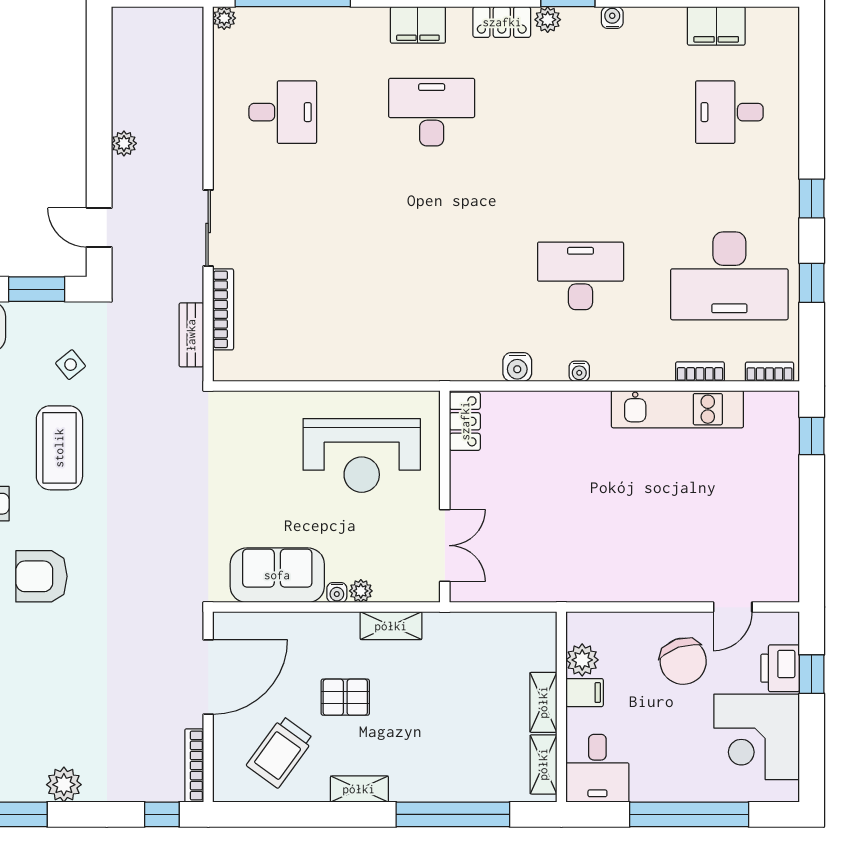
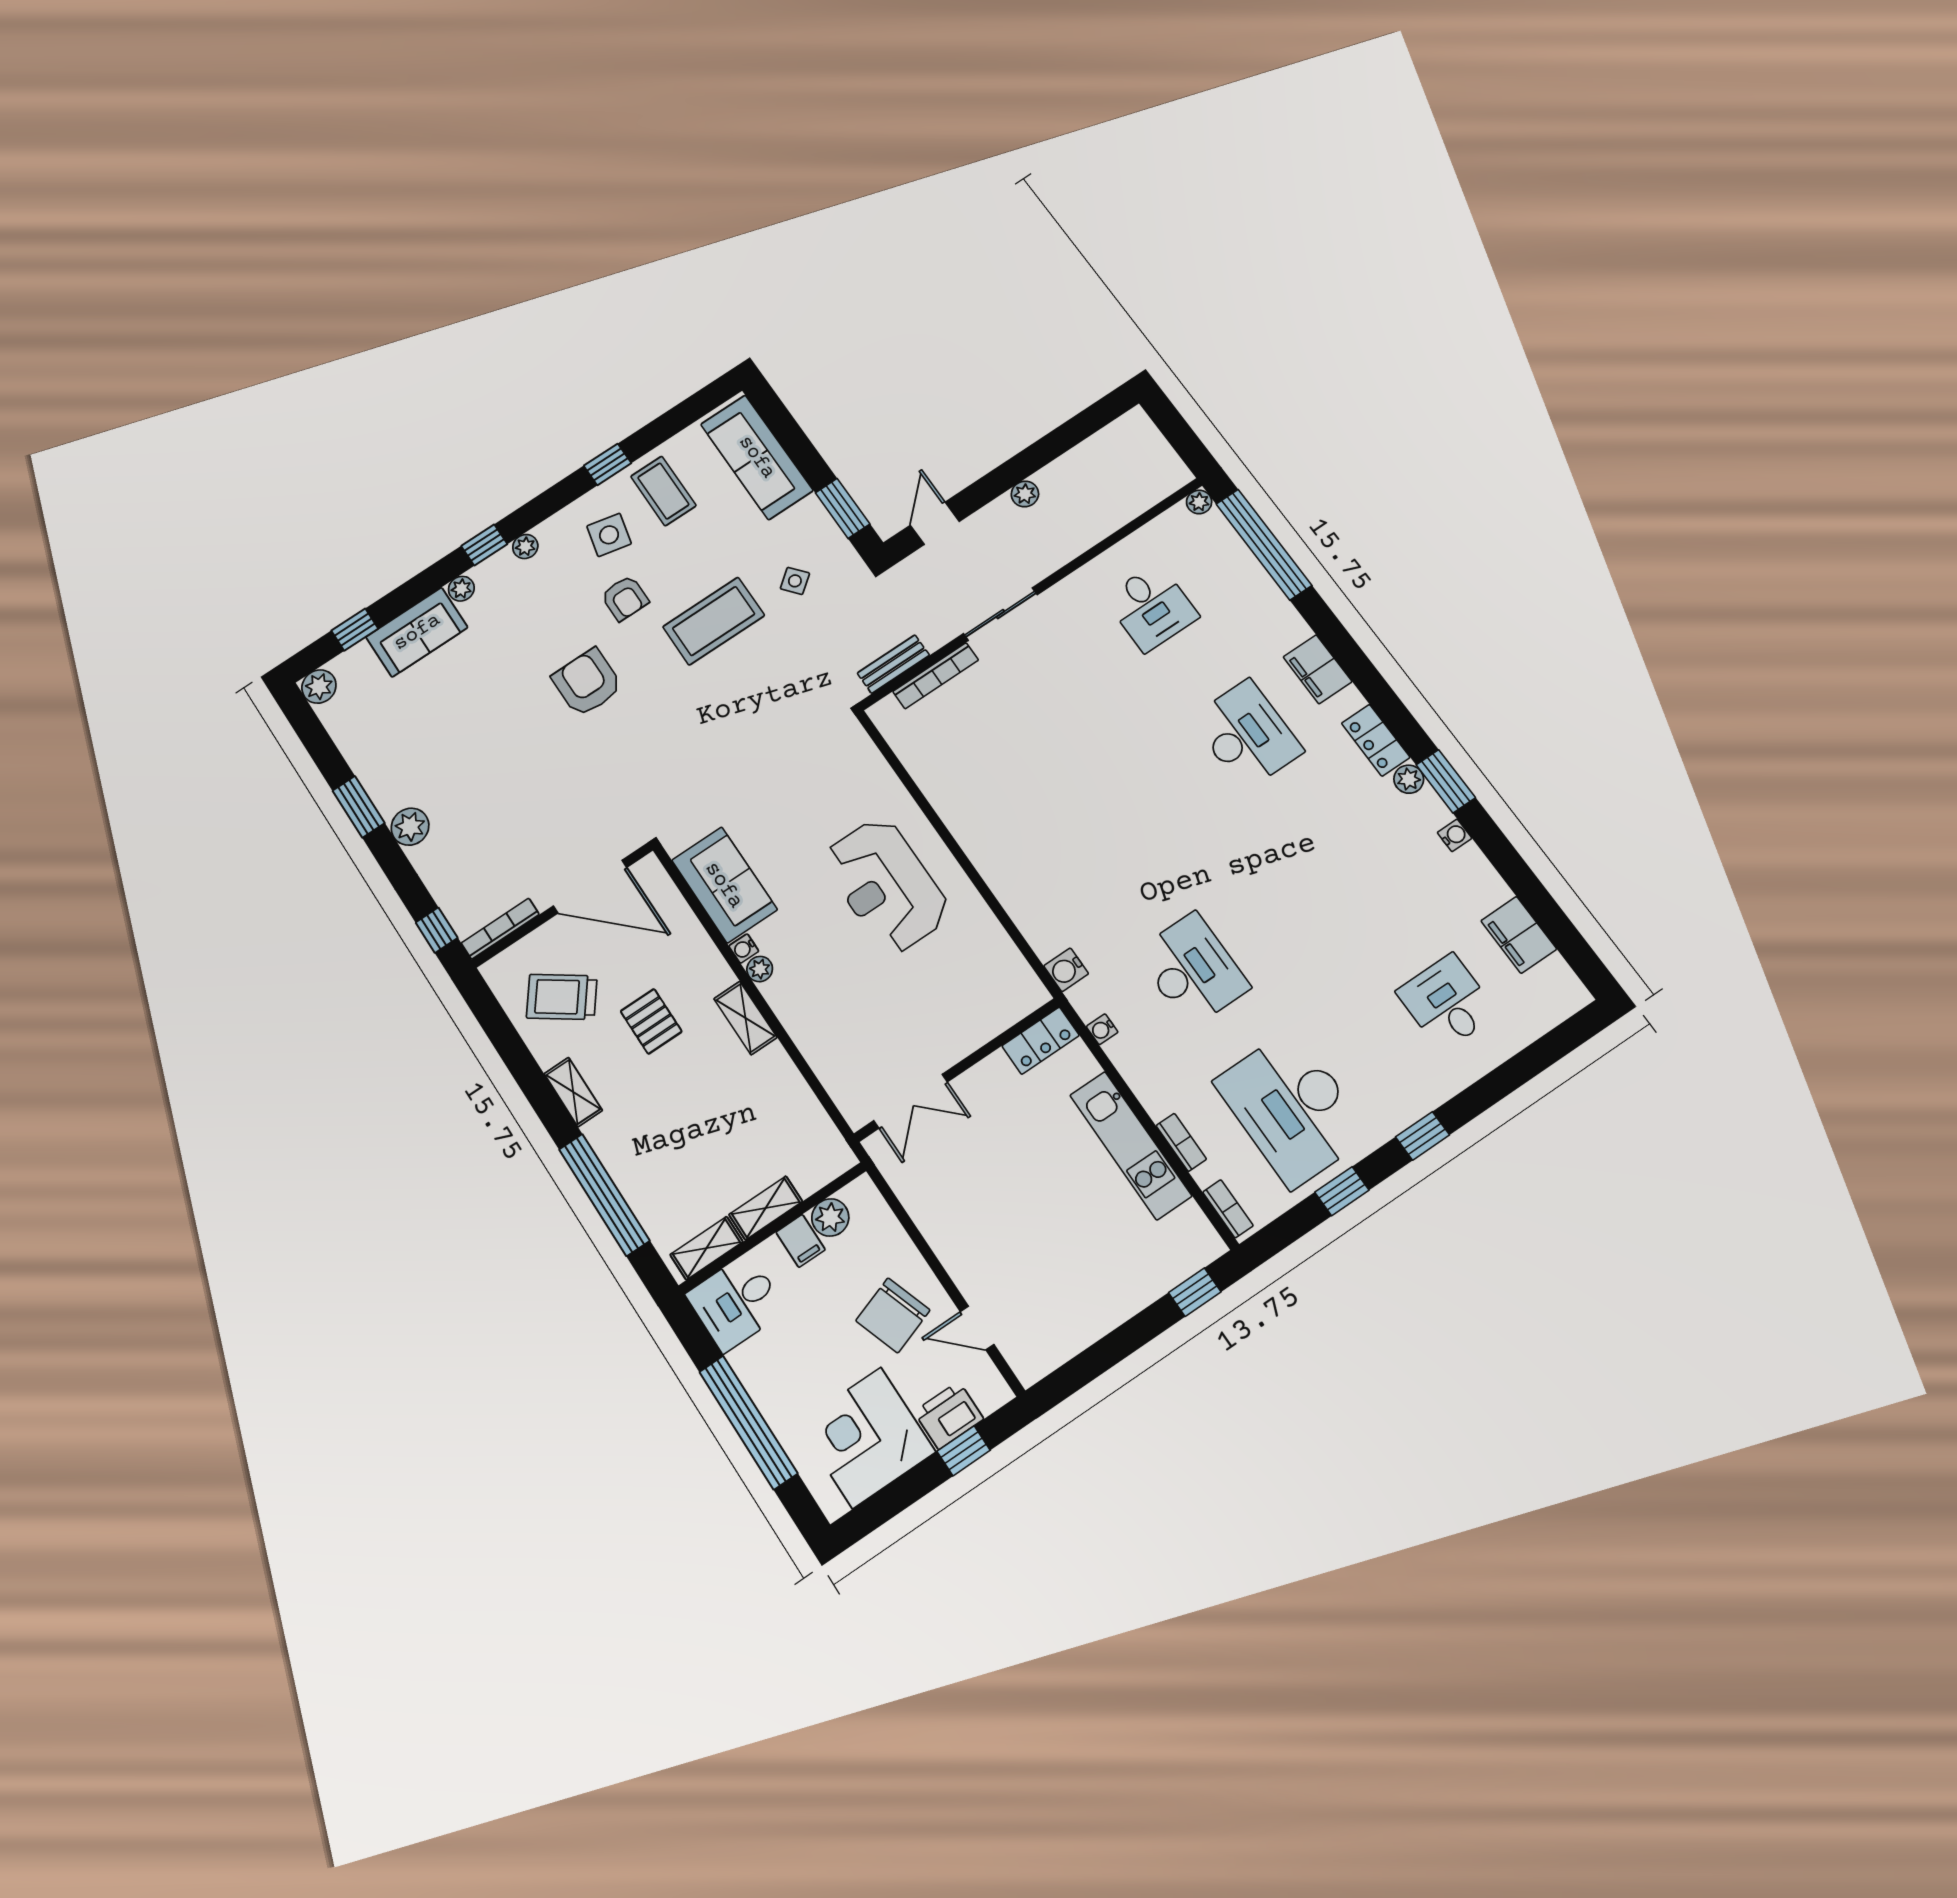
locker: (465, 421) -> (1041, 1041), moved
wall: (445, 497) -> (957, 1070), moved
double door: (445, 546) -> (911, 1101), moved

